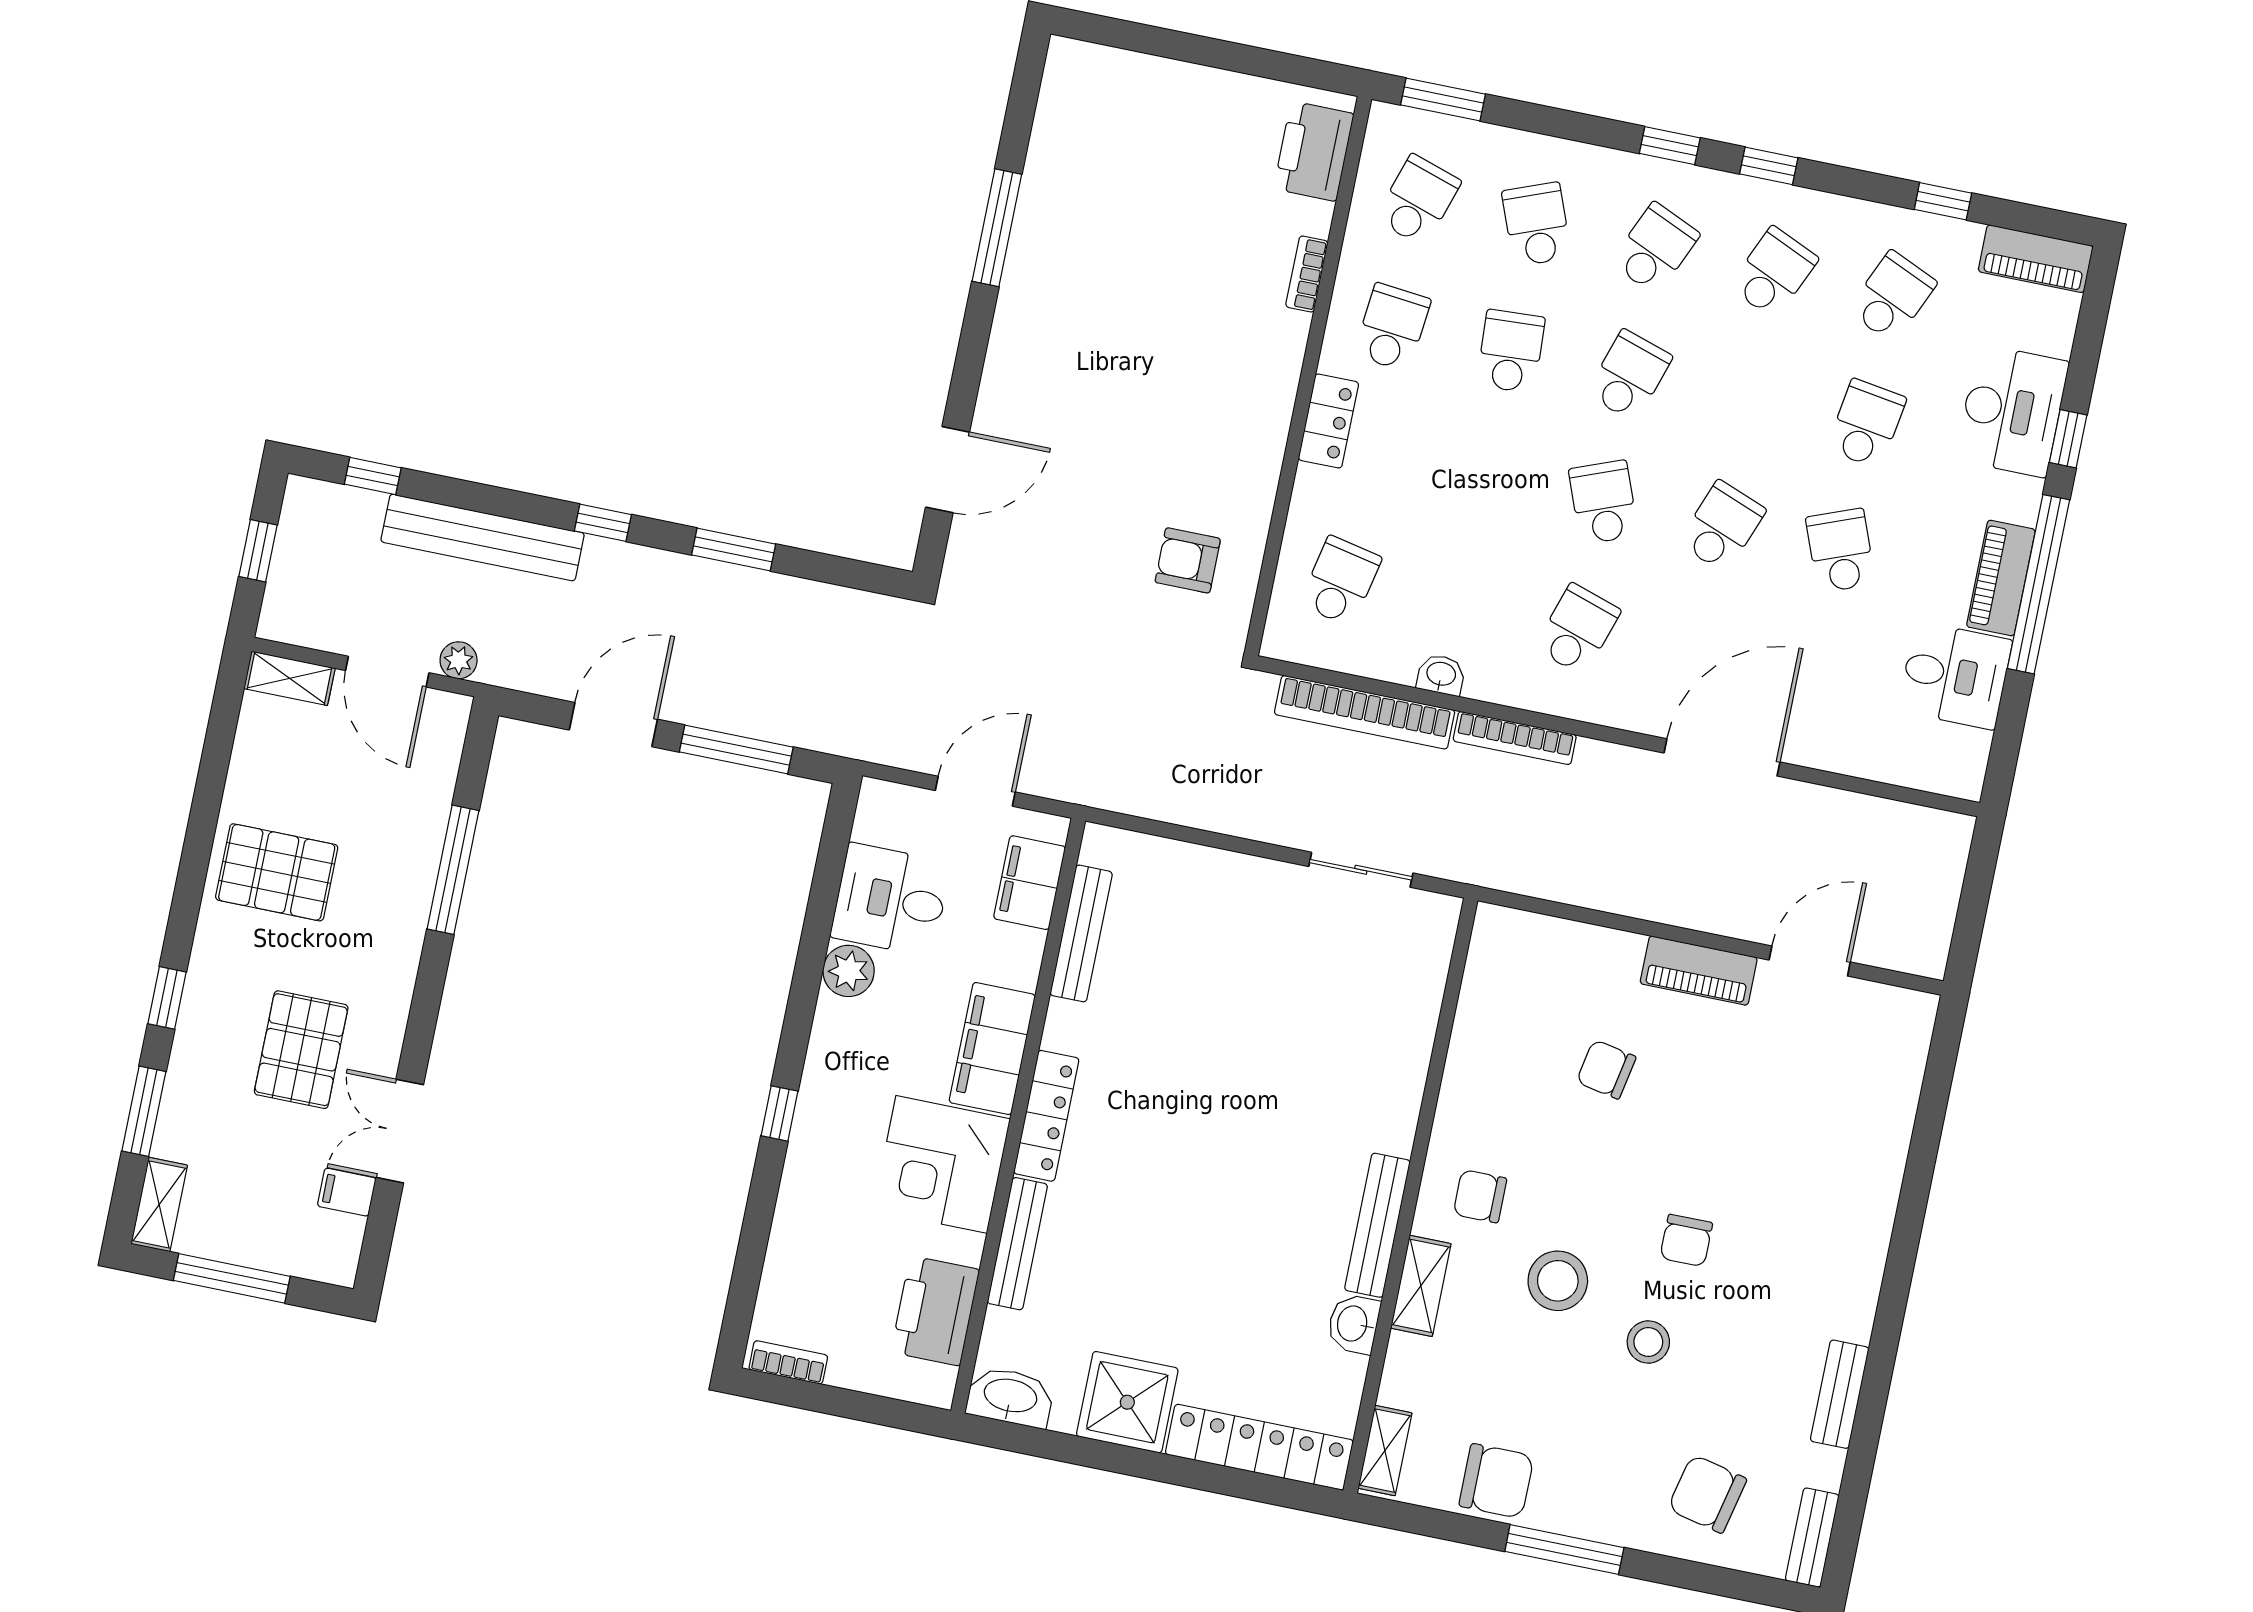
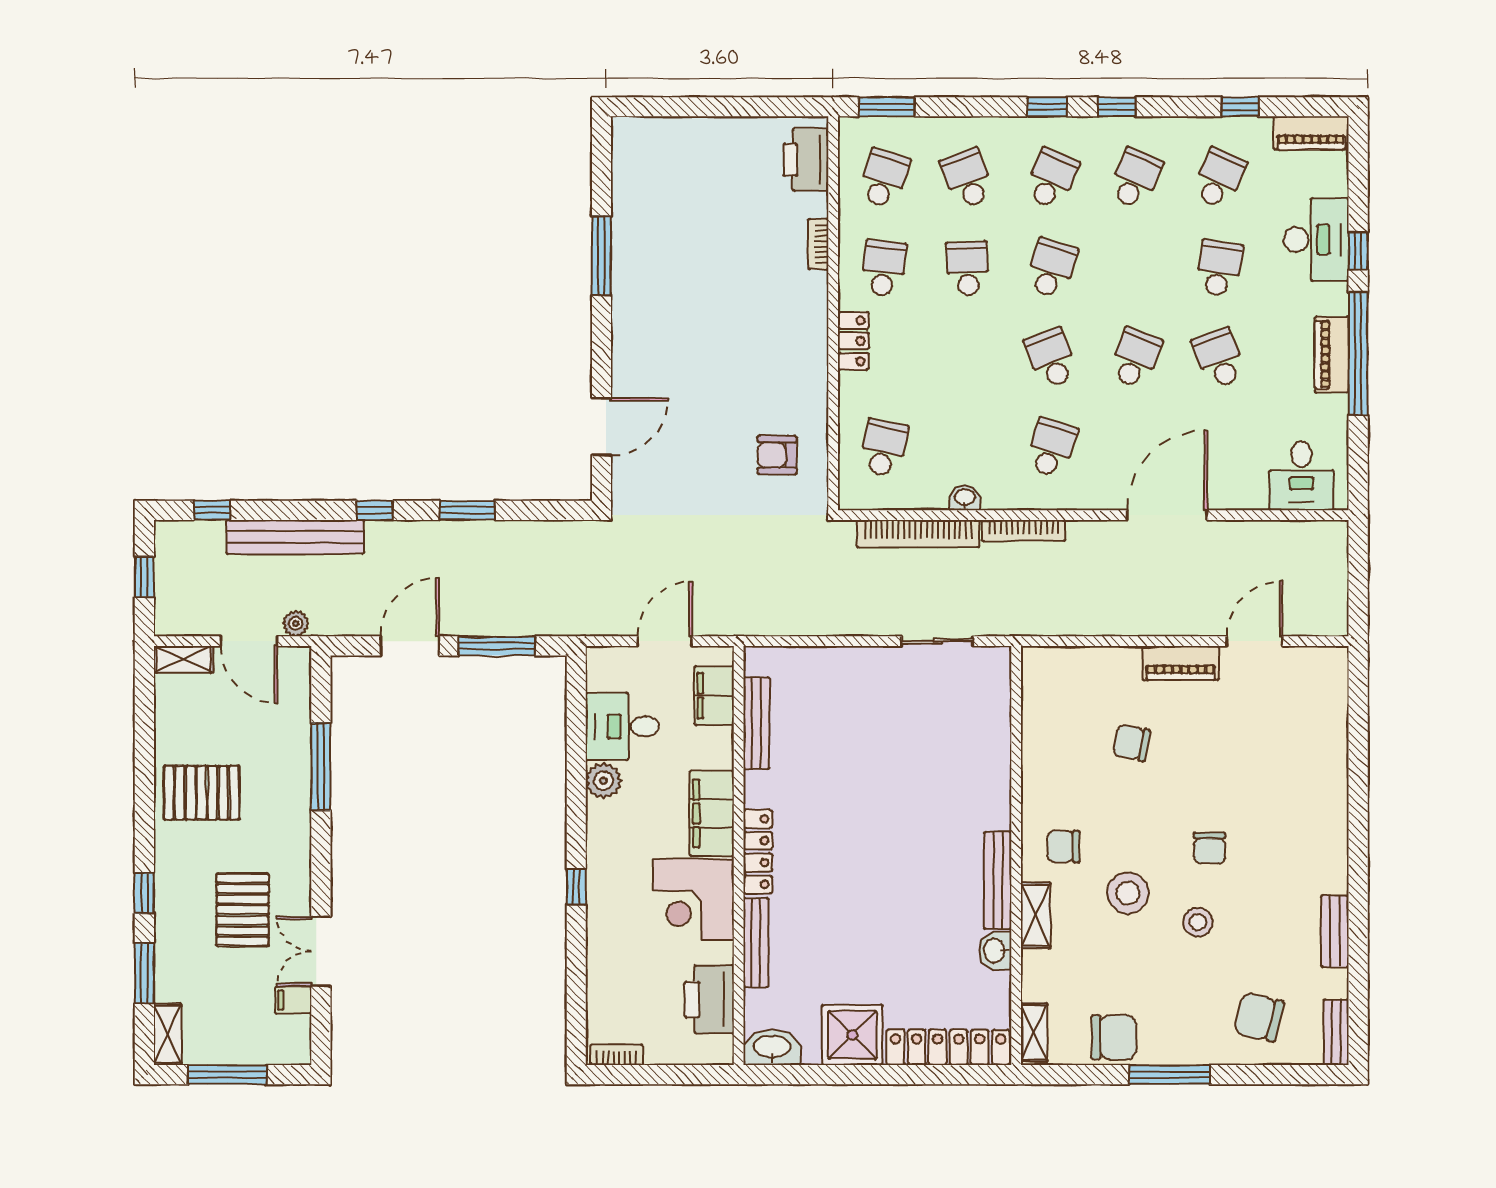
desk: (1955, 675) -> (1301, 476), moved, turned 90

